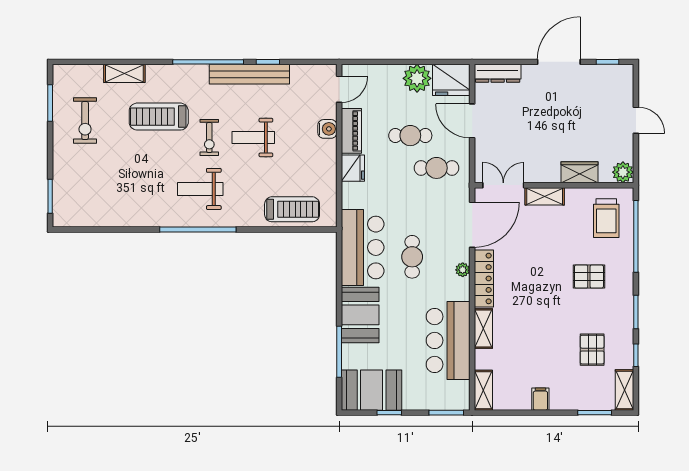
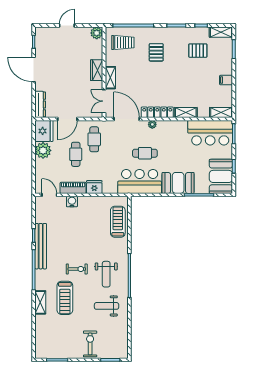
shelving: (124, 73) -> (40, 302), moved
exercise bike: (85, 120) -> (90, 344), moved, turned -90
weight bench: (253, 137) -> (107, 306), moved, turned 90
wardrobe: (579, 172) -> (97, 70), moved
bar counter: (448, 340) -> (210, 133), moved

